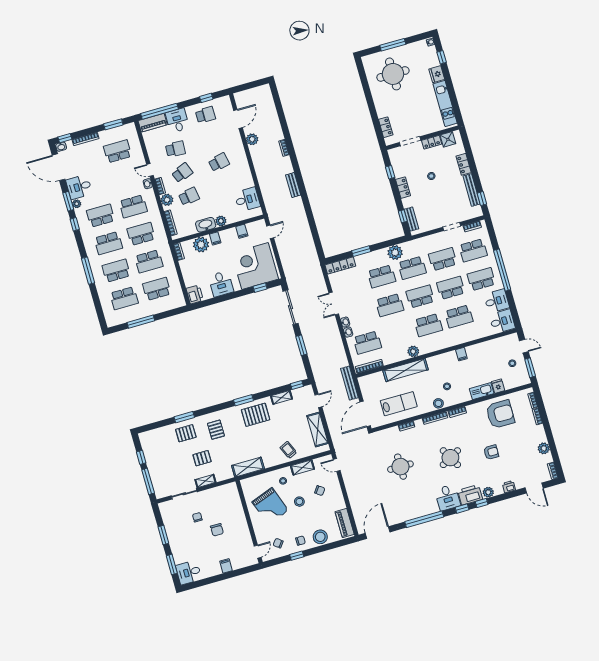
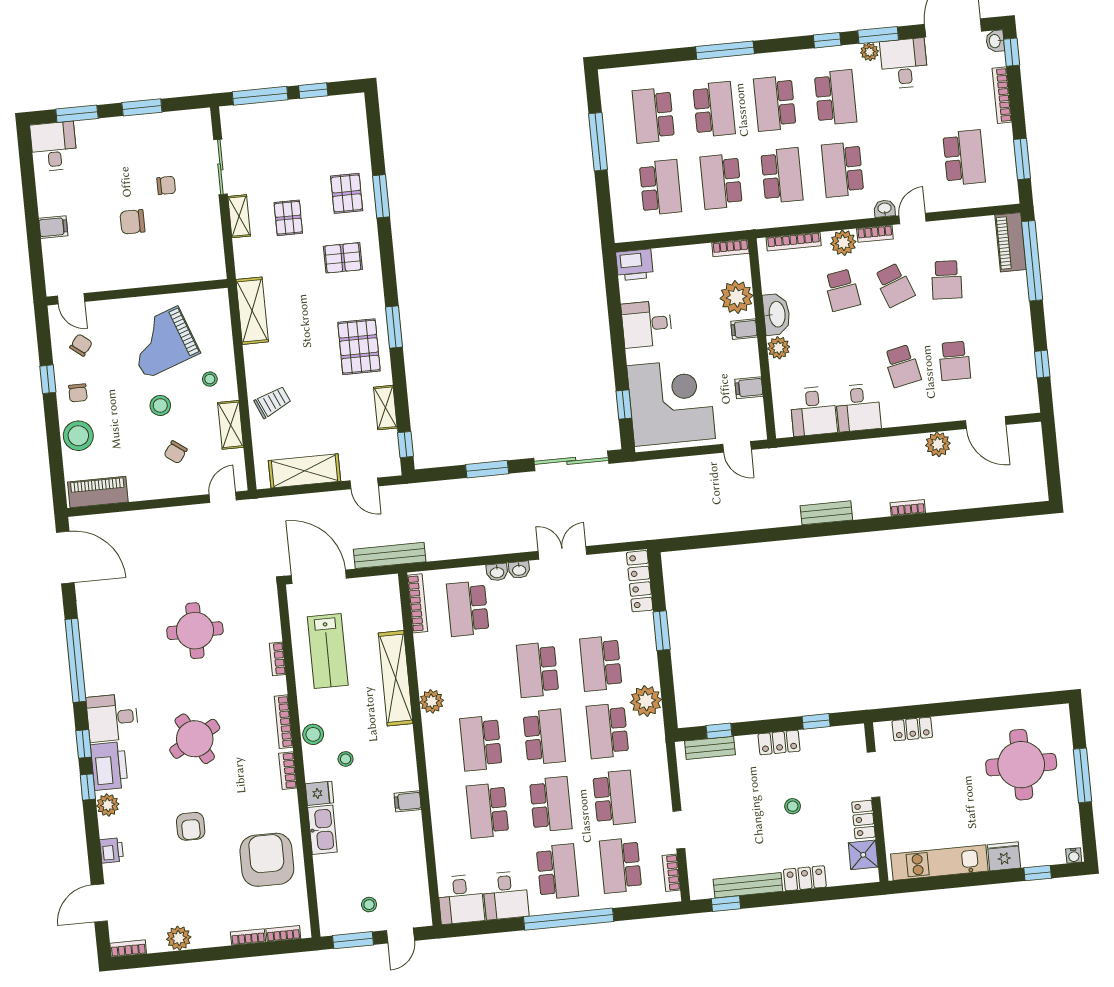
school desk: (205, 115) -> (955, 361), moved
desk: (177, 120) -> (858, 408), moved, turned 90
fridge: (498, 386) -> (320, 793), moved
armchair: (500, 414) -> (267, 860), turned 180

